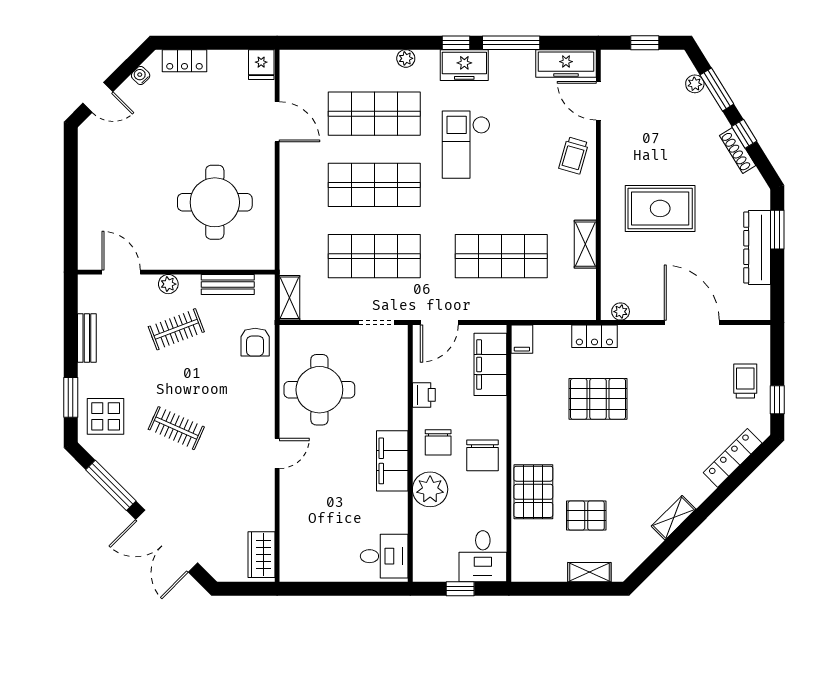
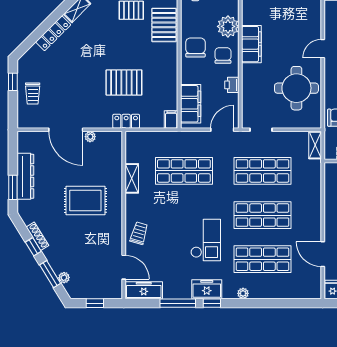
plant: (621, 312) -> (90, 137), moved
locker: (733, 458) -> (53, 33), moved

